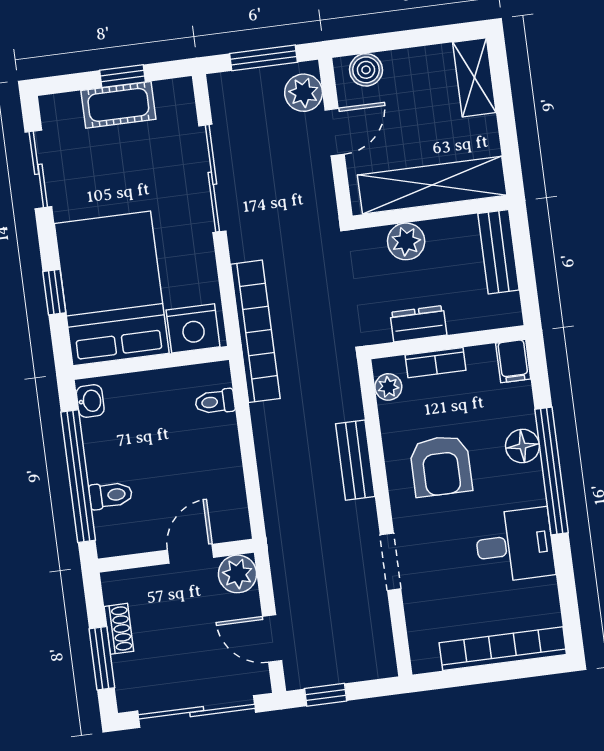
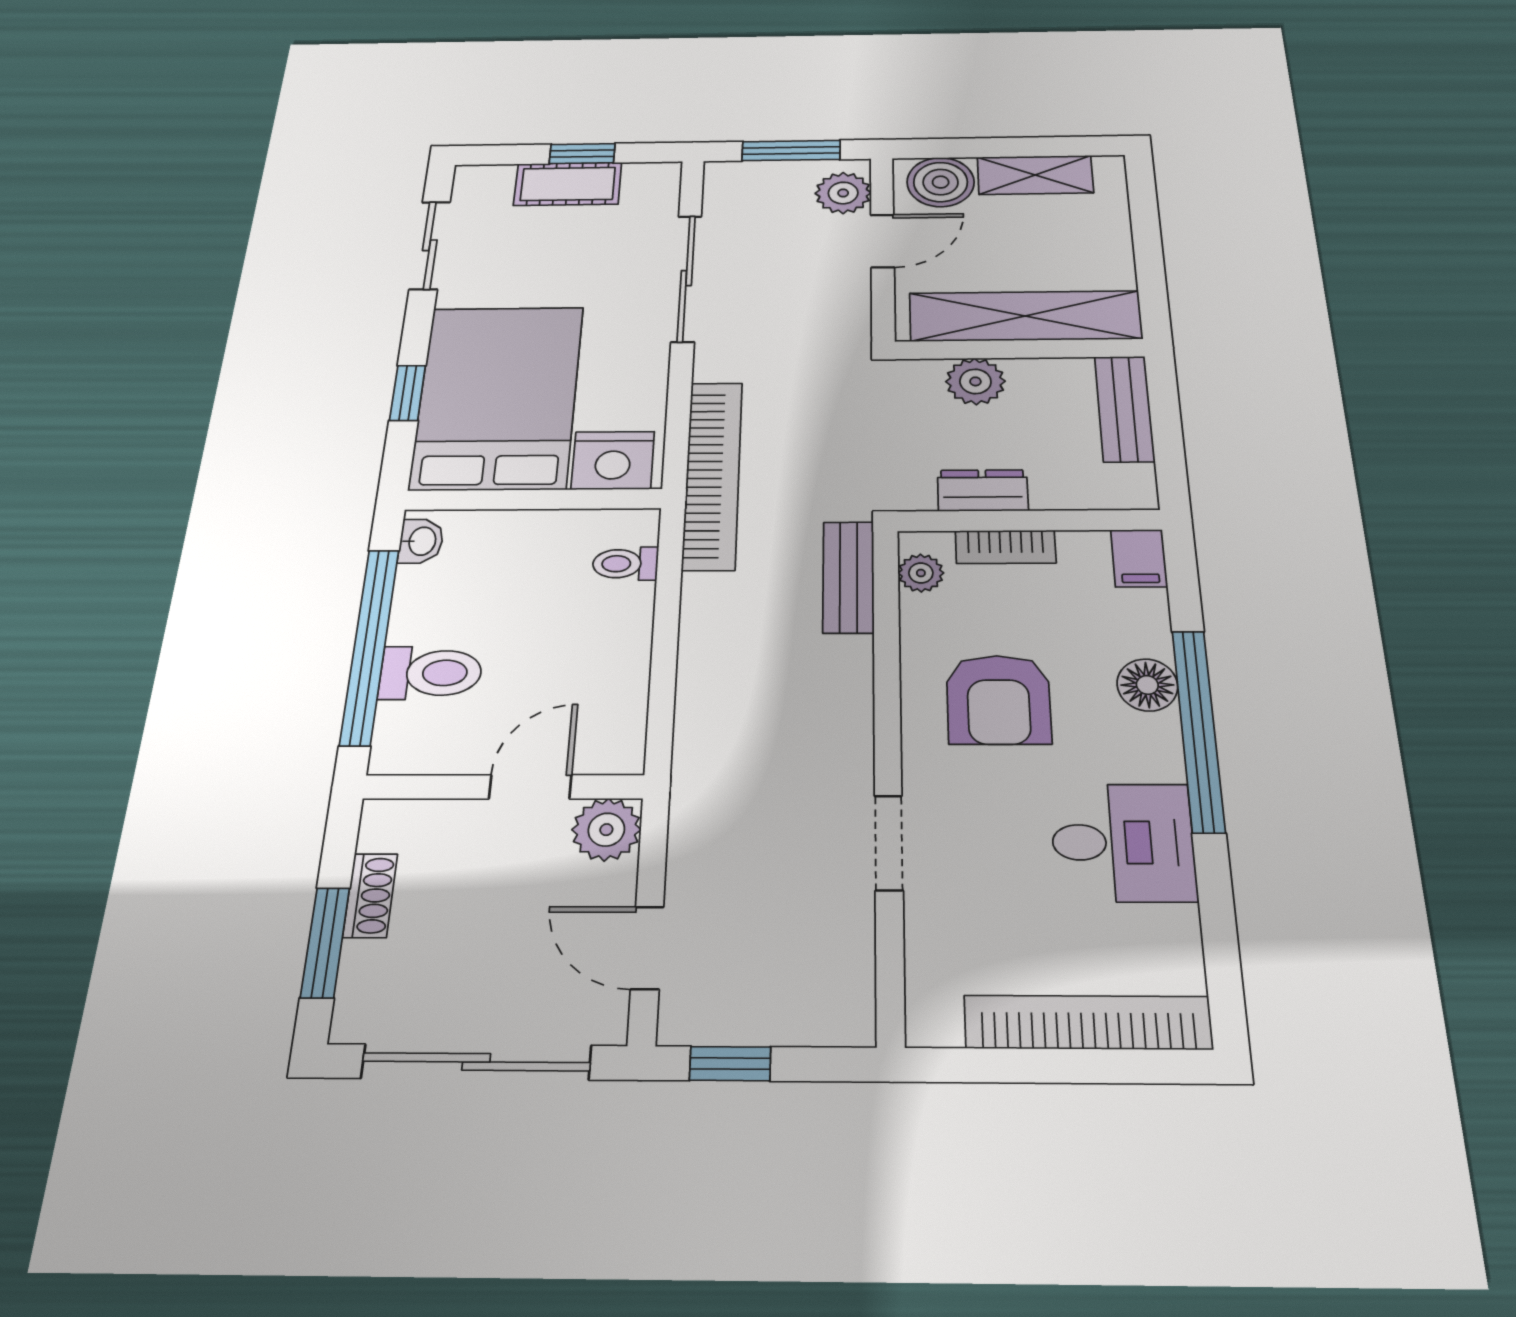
boiler: (366, 70) -> (941, 182), width x1.36, depth x1.36
shelving: (474, 77) -> (1035, 175), moved, turned 90
bench: (355, 460) -> (848, 577), moved
toilet: (111, 495) -> (431, 673), width x1.37, depth x1.39

